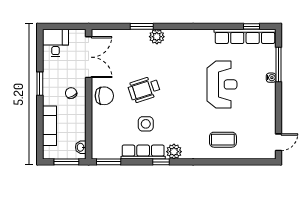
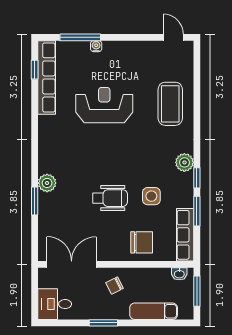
wheelchair: (144, 89) -> (110, 198), turned -72
chair: (104, 96) -> (142, 242), moved, turned 90
coffee table: (223, 140) -> (170, 104), width x1.36, depth x1.32
row of seats: (143, 152) -> (185, 235), moved
window: (109, 162) -> (197, 211), moved

